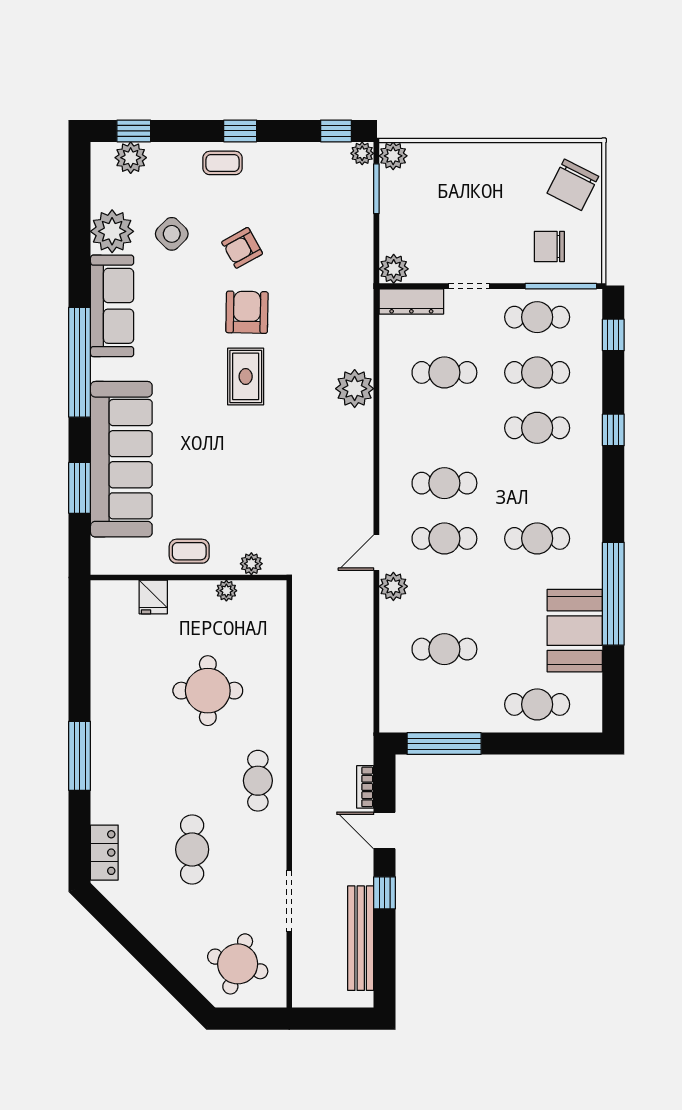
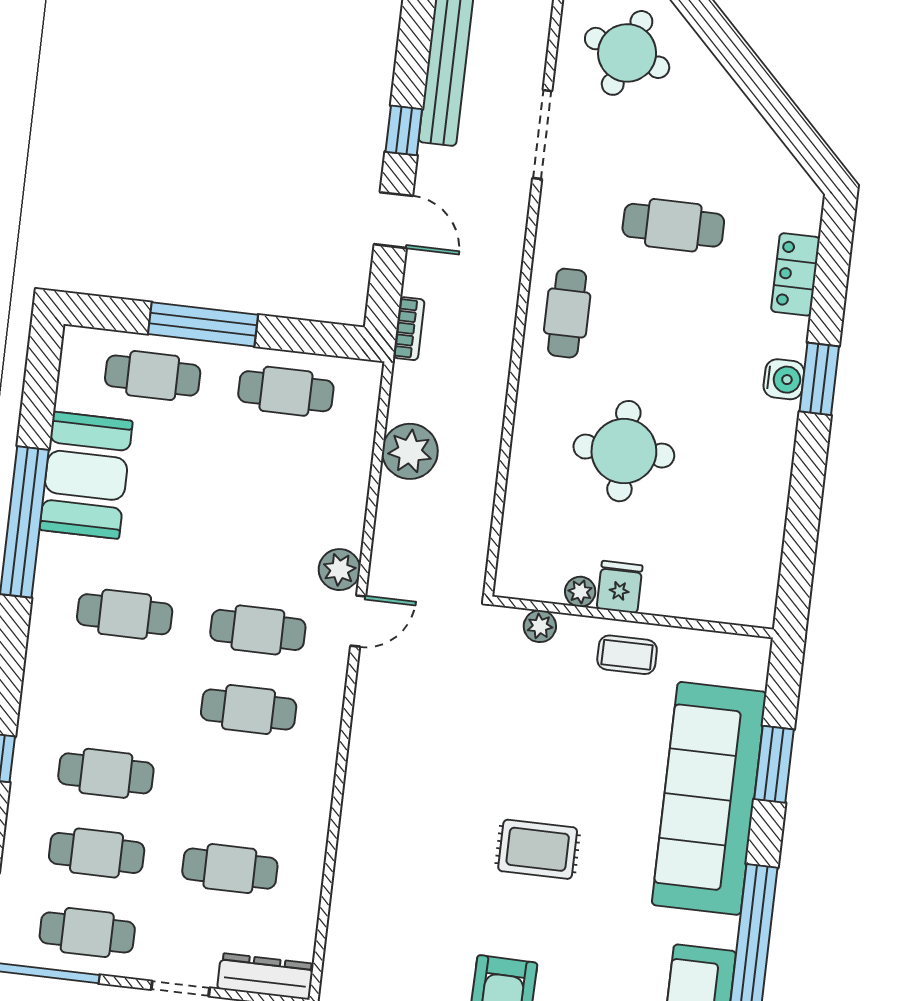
rug: (246, 376) -> (538, 849), moved, turned 90
plant: (355, 389) -> (410, 451), moved
fridge: (153, 597) -> (620, 587), moved
cafe table: (444, 649) -> (286, 391), moved
window: (444, 744) -> (203, 324), moved
water cooler: (104, 753) -> (784, 379), added
window: (80, 756) -> (819, 379), width x0.69
bookcase: (365, 787) -> (409, 329), moved
cafe table: (192, 849) -> (673, 225), turned 90
locker: (104, 853) -> (795, 274), moved

